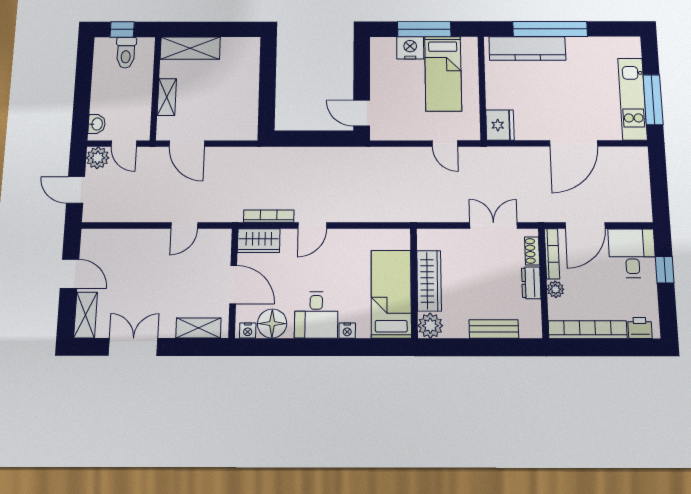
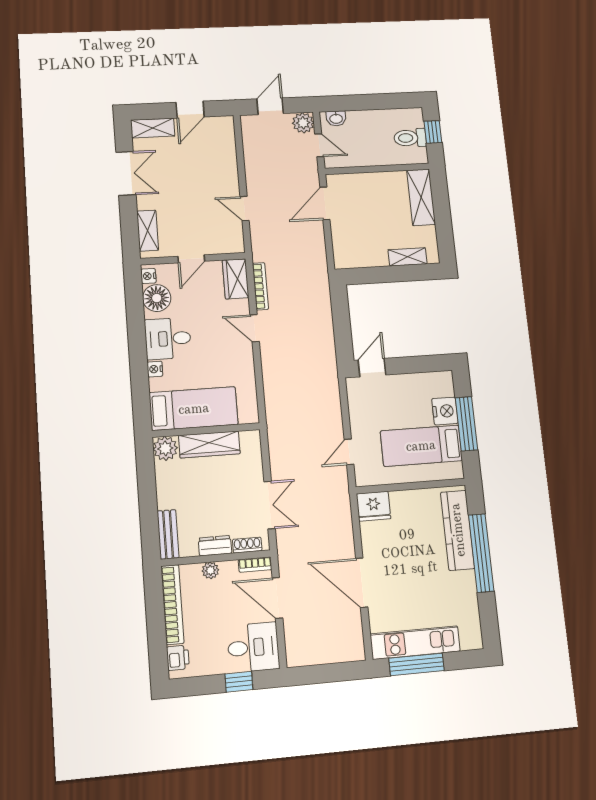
shelving: (167, 97) -> (408, 257), moved
door: (124, 144) -> (319, 145), swing flipped
bookcase: (552, 254) -> (255, 565), width x0.64
door: (233, 285) -> (191, 259), width x0.73
bench: (494, 329) -> (168, 534), moved

